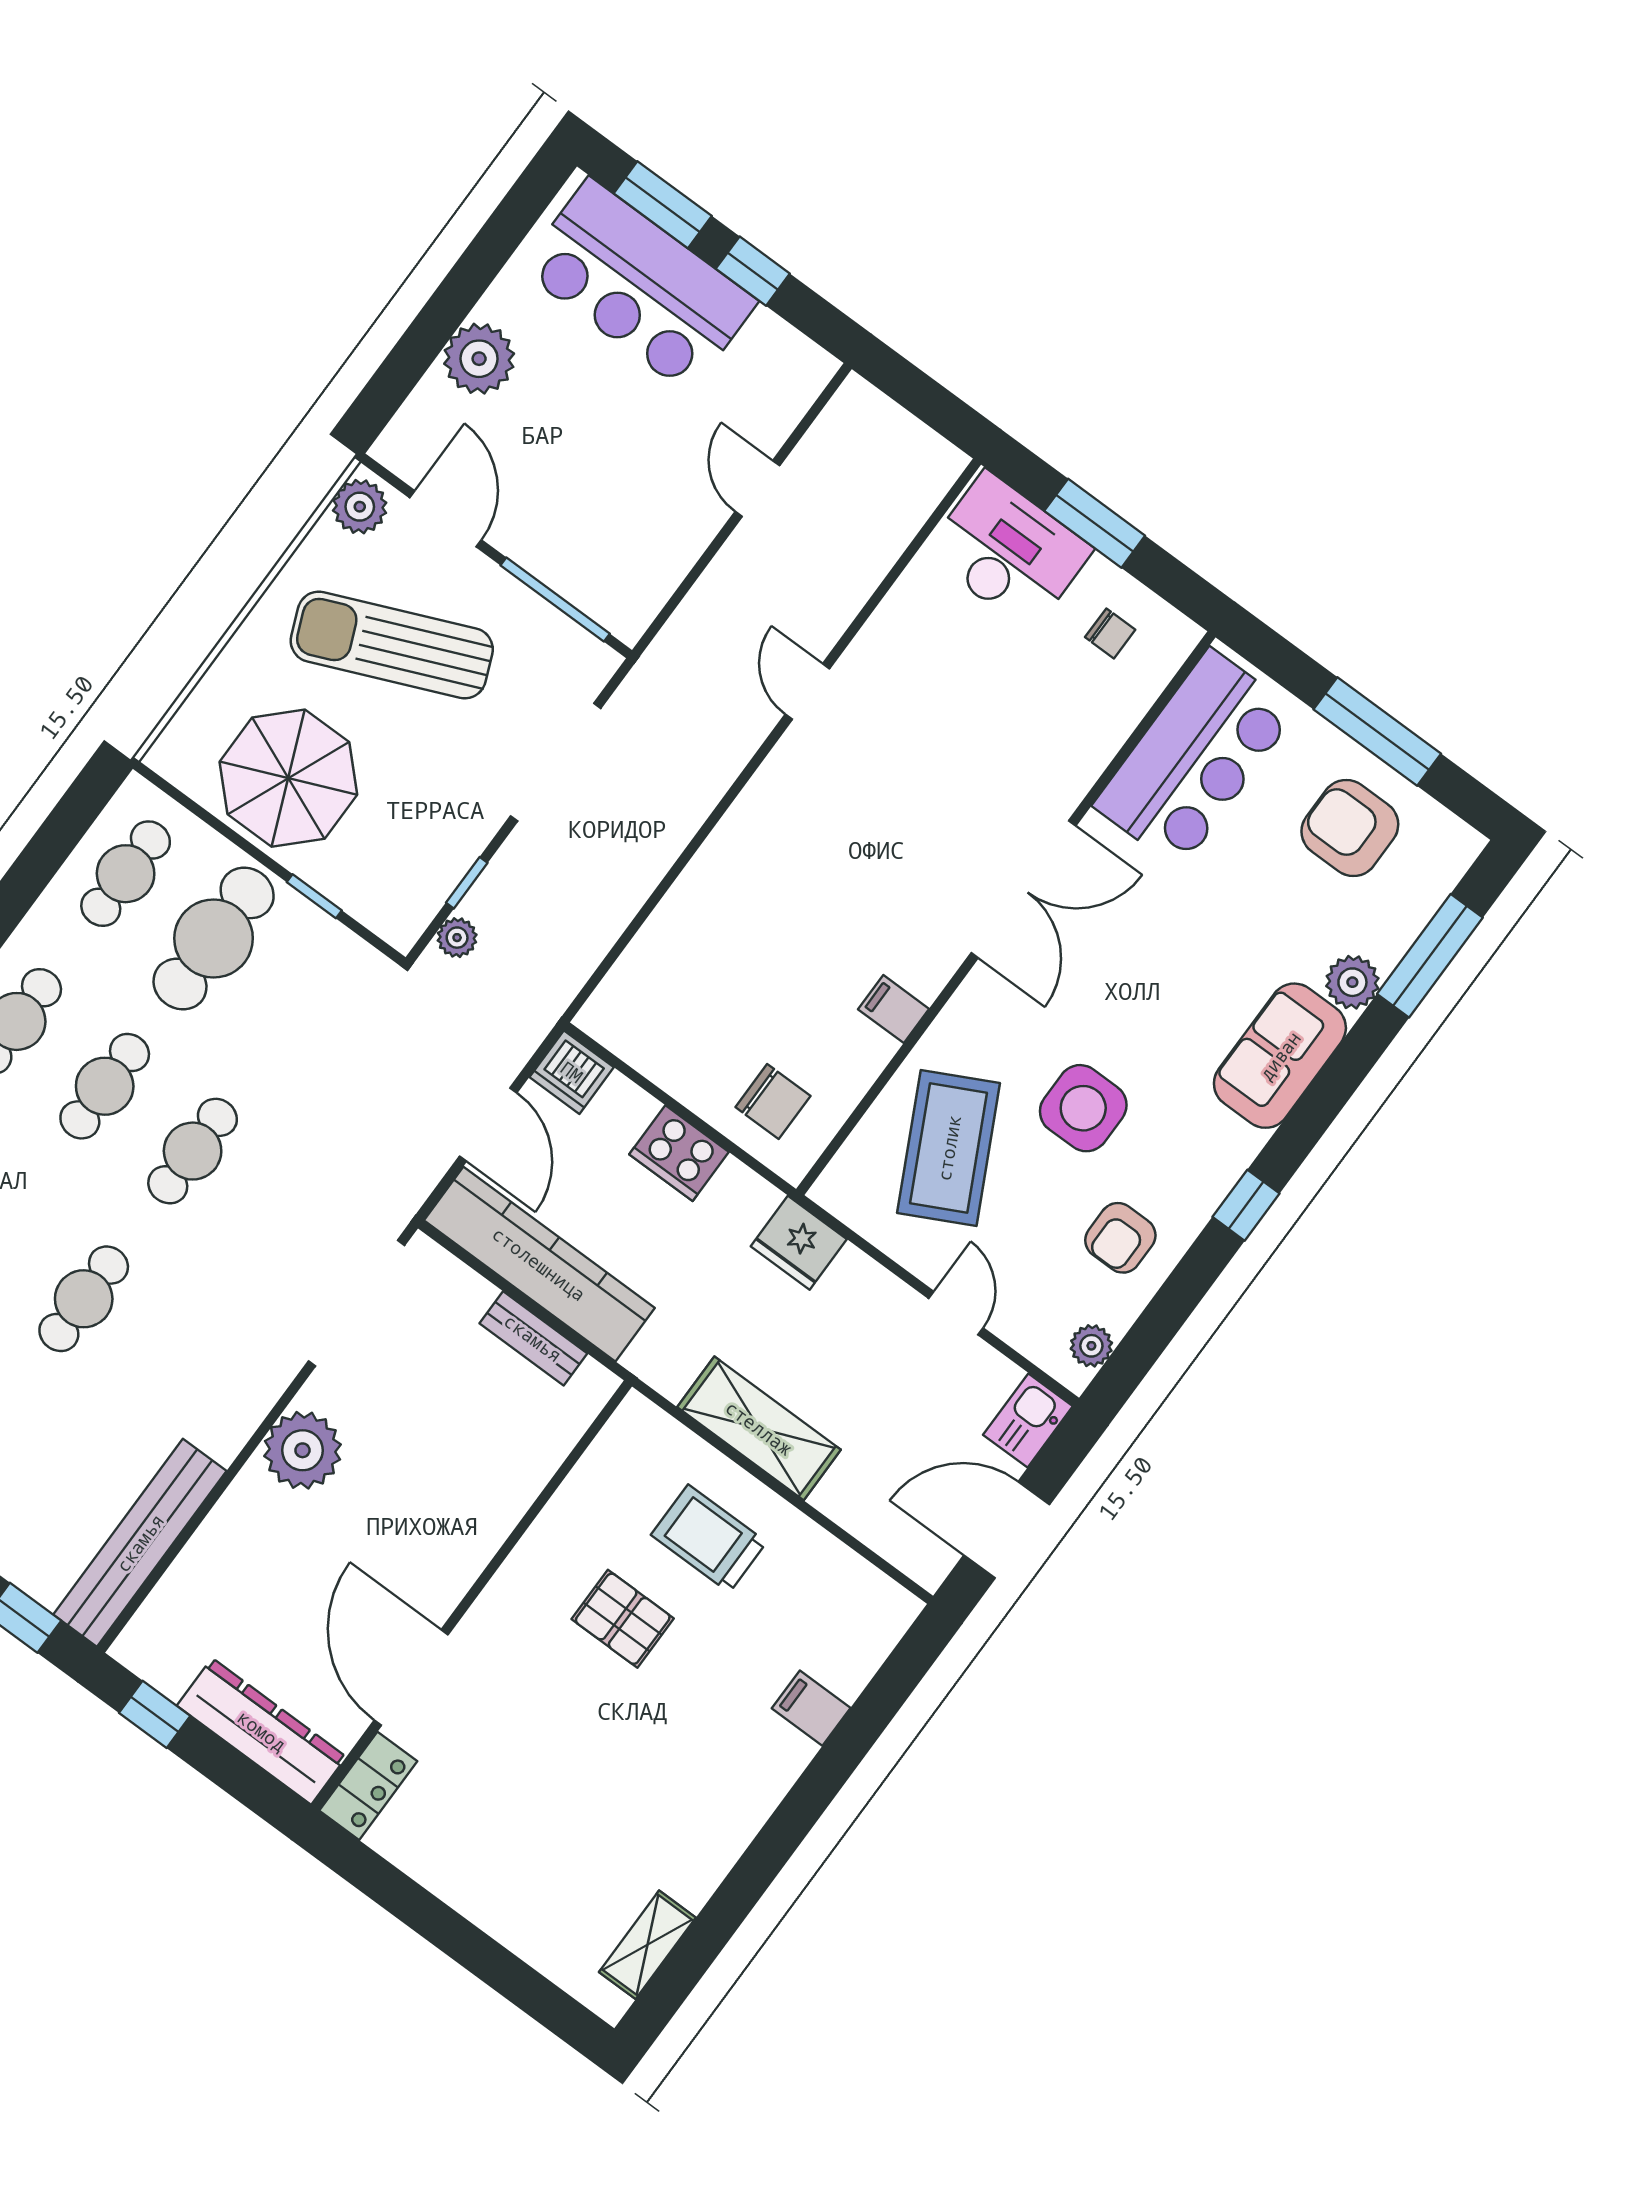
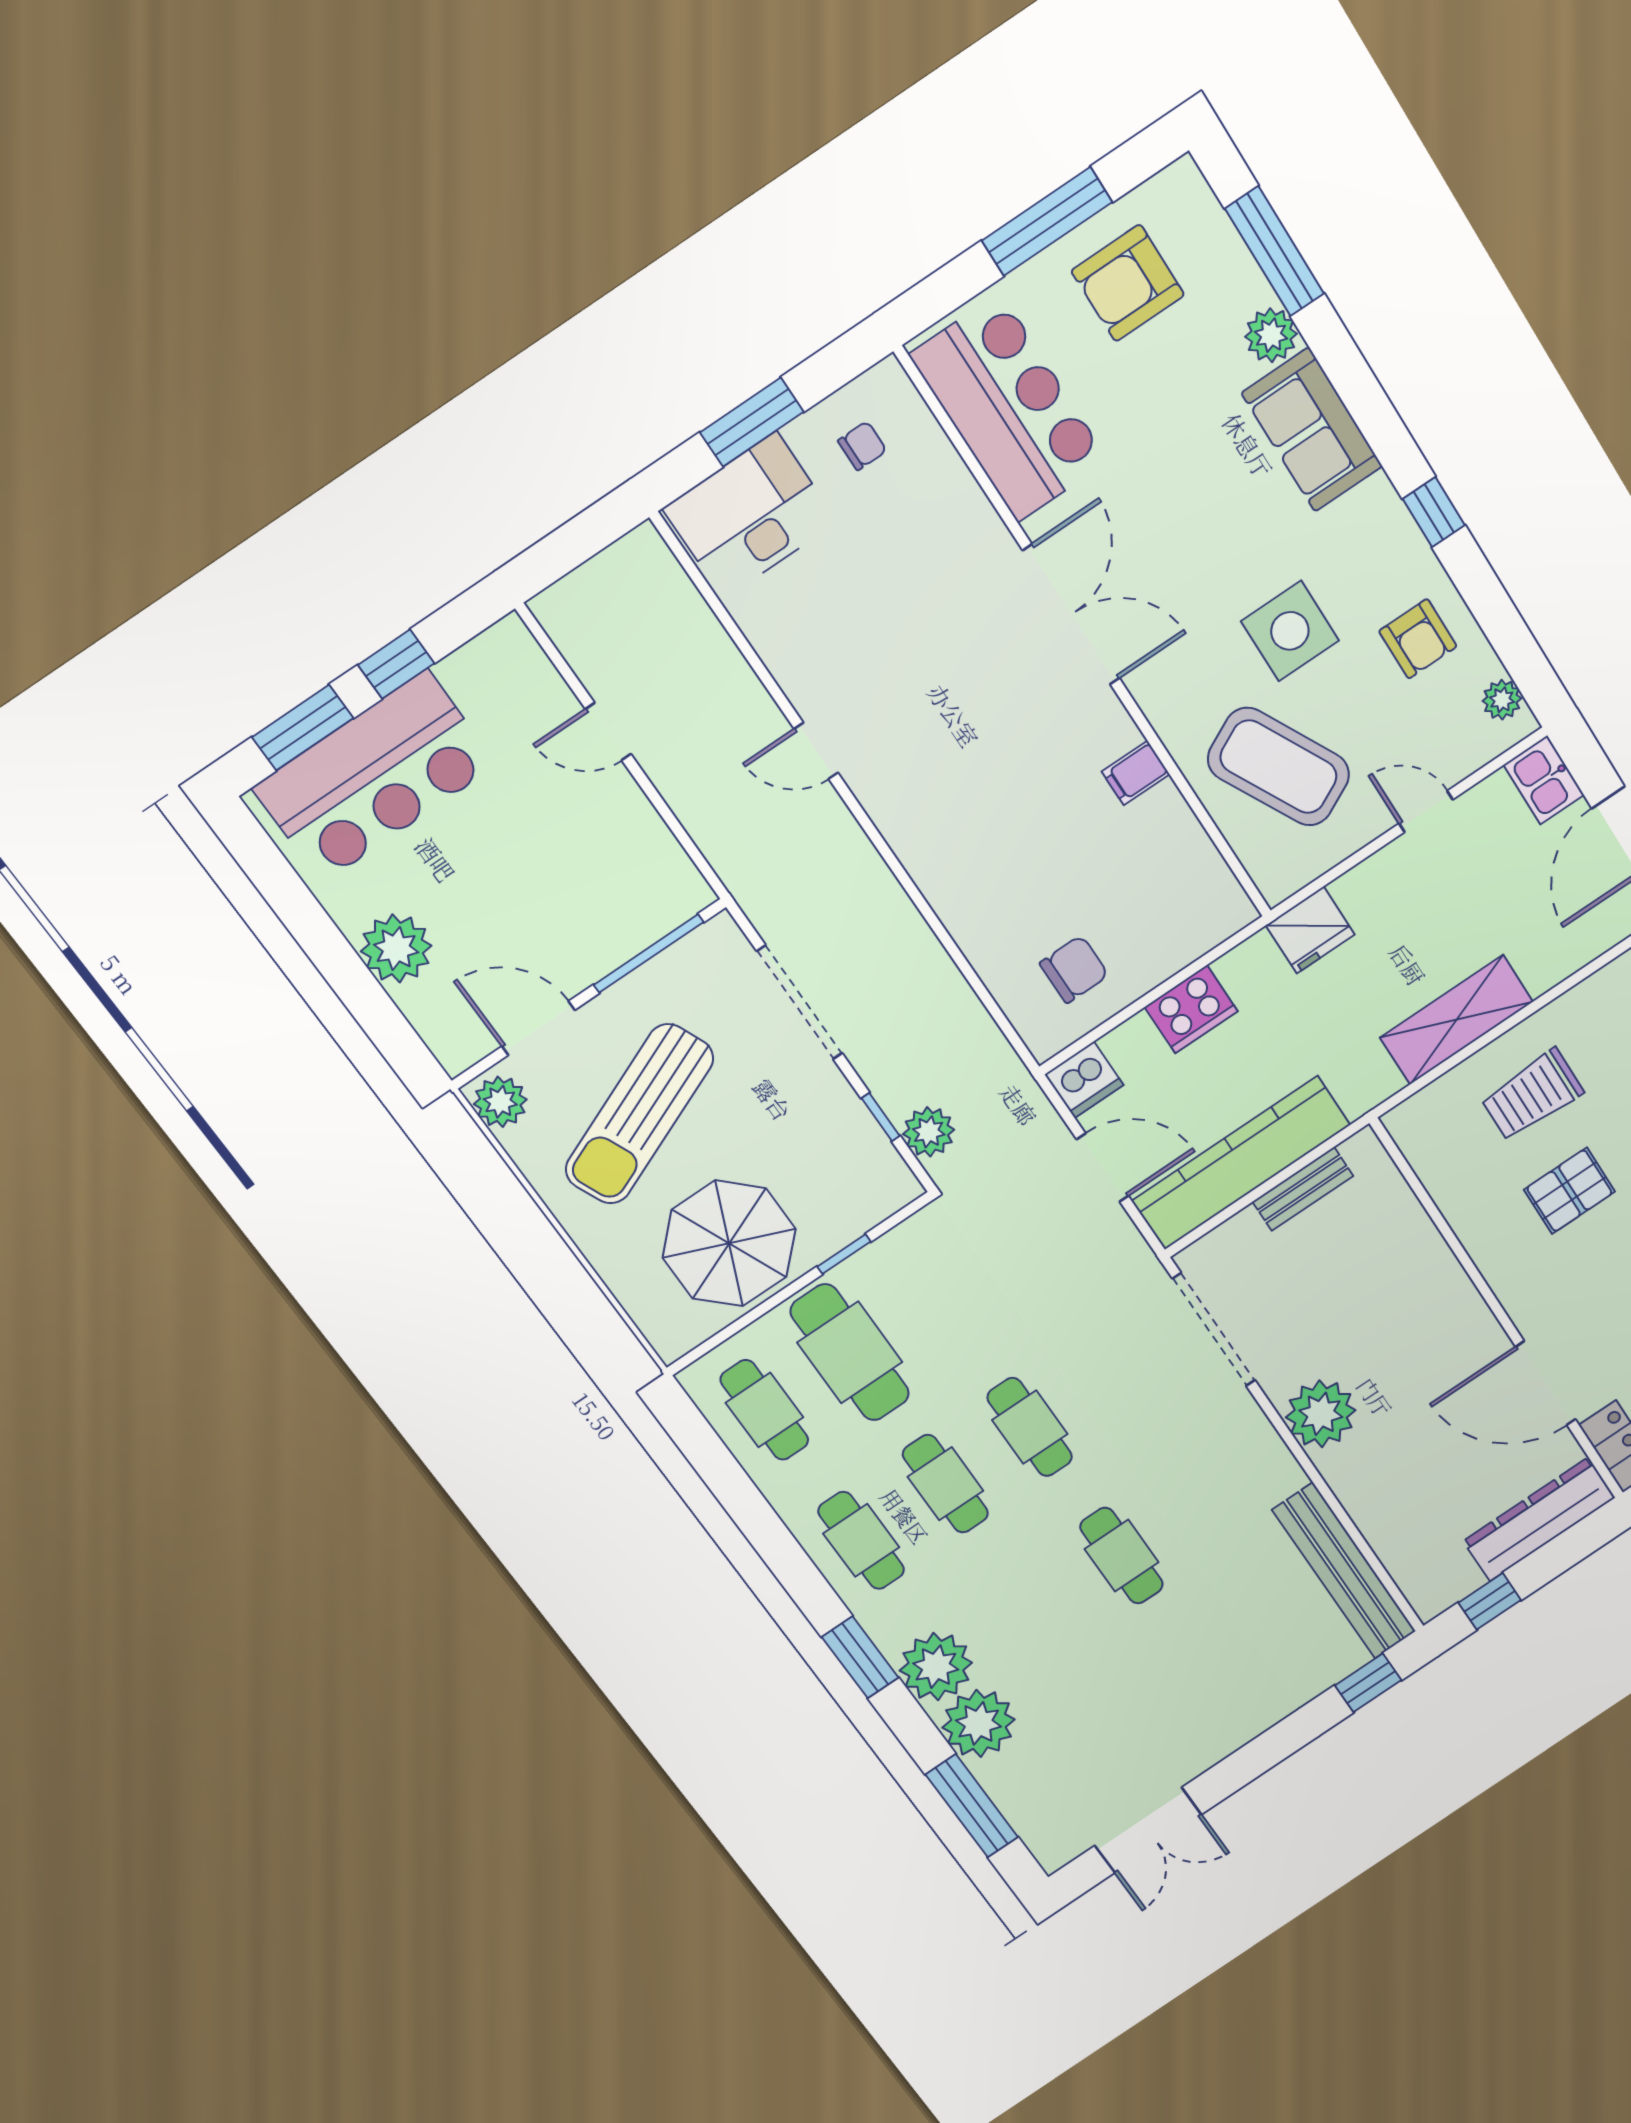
plant: (457, 938) -> (929, 1132), width x1.38, depth x1.38
chair: (773, 1101) -> (1074, 969), moved

